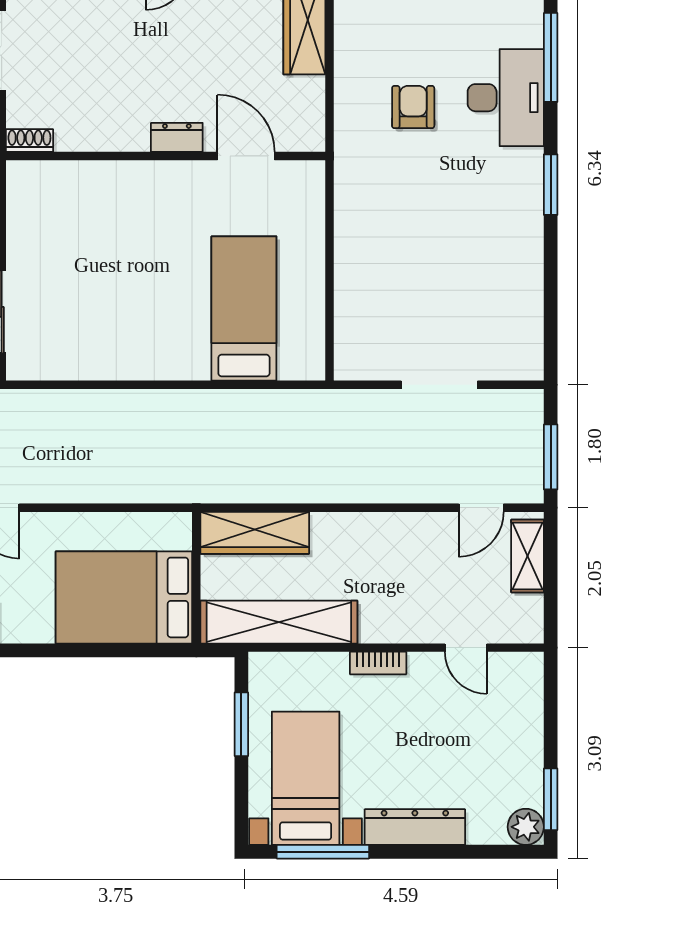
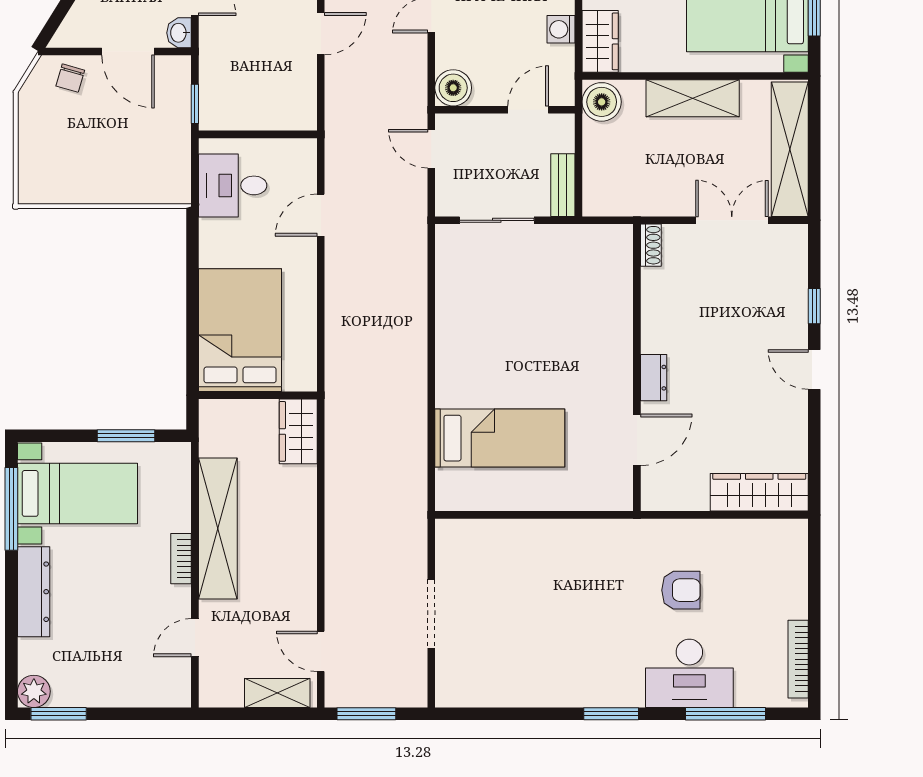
wardrobe: (255, 533) -> (298, 431), width x0.67
shelving: (279, 622) -> (218, 529), moved

